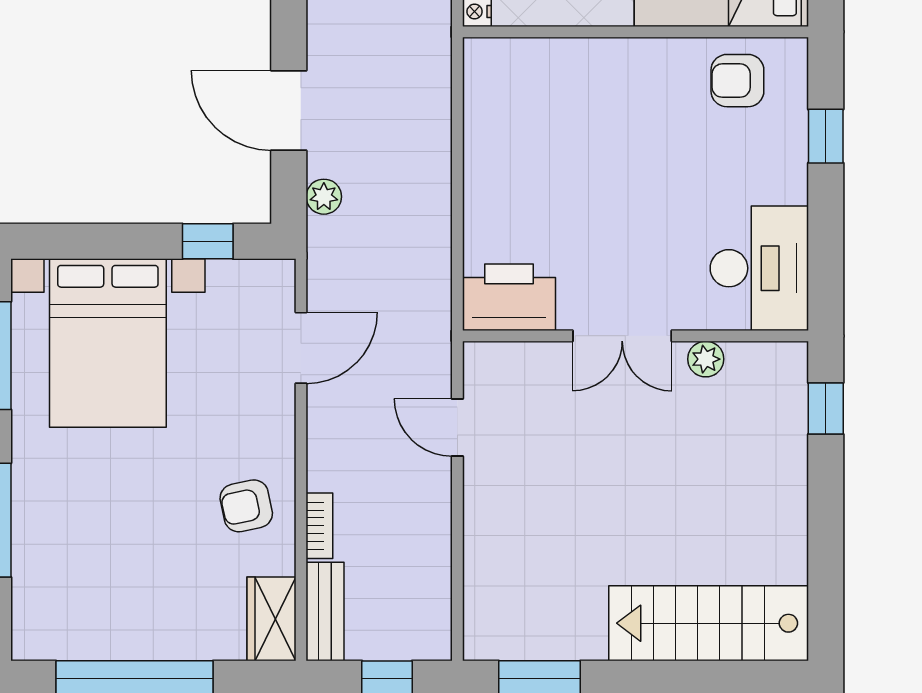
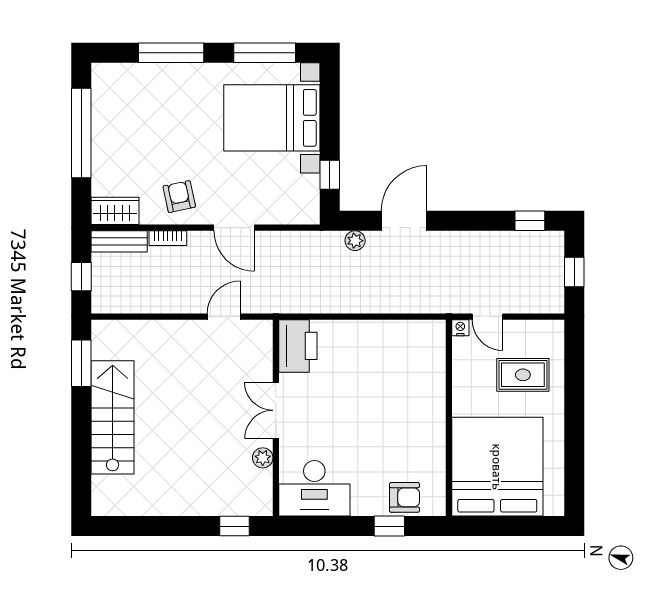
armchair: (737, 81) -> (404, 497), moved, turned 90
door: (301, 348) -> (234, 228), moved
stairs: (709, 623) -> (113, 417), moved

